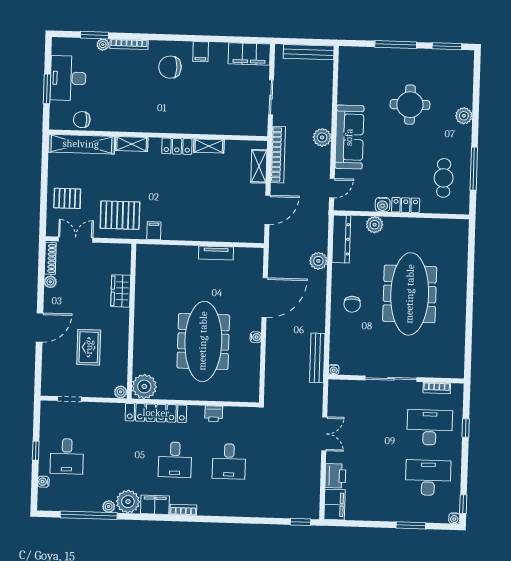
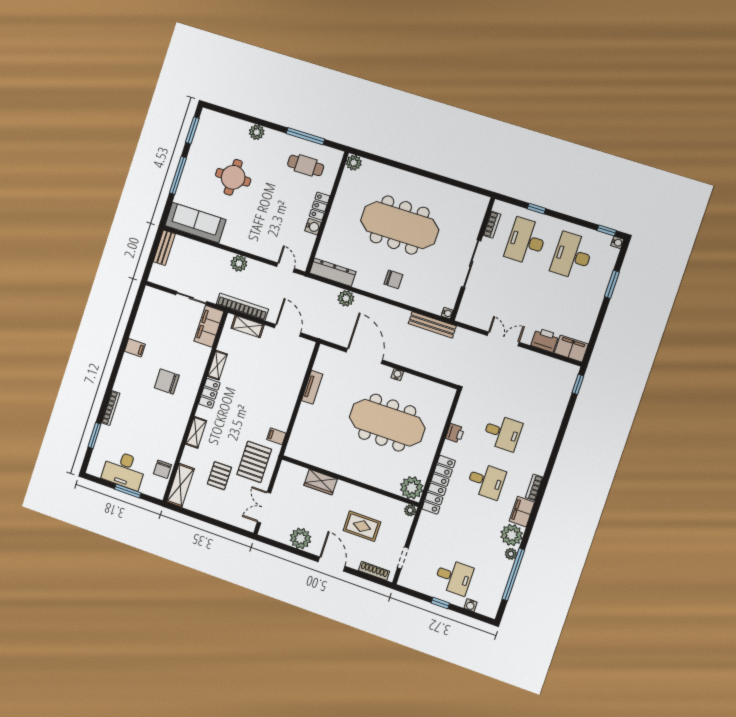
plant: (103, 45) -> (104, 431), removed
bench: (309, 52) -> (164, 248), width x0.73
filing cabinet: (249, 54) -> (209, 326), moved, turned 180
chair: (170, 67) -> (167, 381), moved, turned 90
sofa: (349, 137) -> (195, 223), moved
shelving: (81, 144) -> (180, 485), width x0.68
pallet: (67, 198) -> (219, 476), moved
plant: (375, 225) -> (354, 163), moved
shoe rack: (50, 258) -> (374, 571), moved
plant: (50, 282) -> (300, 539), width x1.87, depth x1.87

